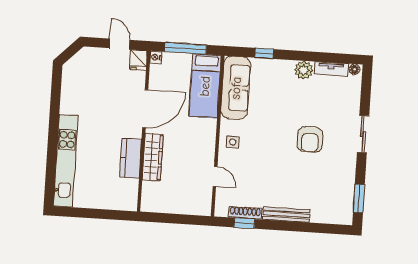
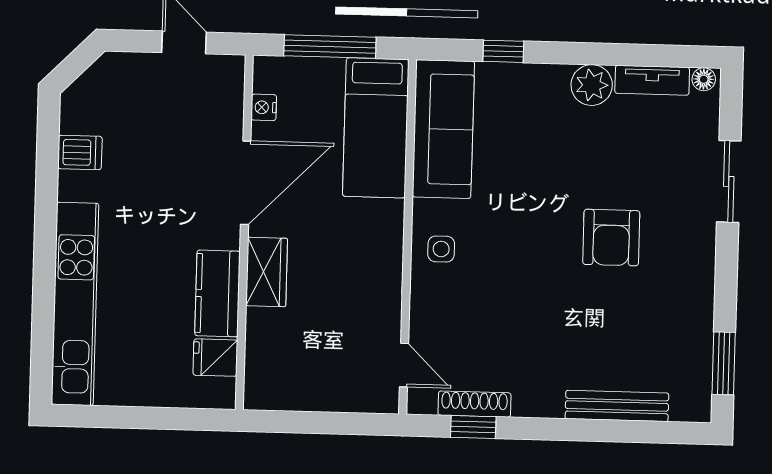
nightstand: (156, 57) -> (264, 107), moved
fridge: (138, 60) -> (215, 358), moved, turned 90
dishwasher: (71, 92) -> (80, 152), added
sliding door: (363, 134) -> (729, 181), moved
wardrobe: (153, 157) -> (267, 272), width x0.67
door: (215, 177) -> (404, 365), moved
bench: (286, 214) -> (617, 406), moved

